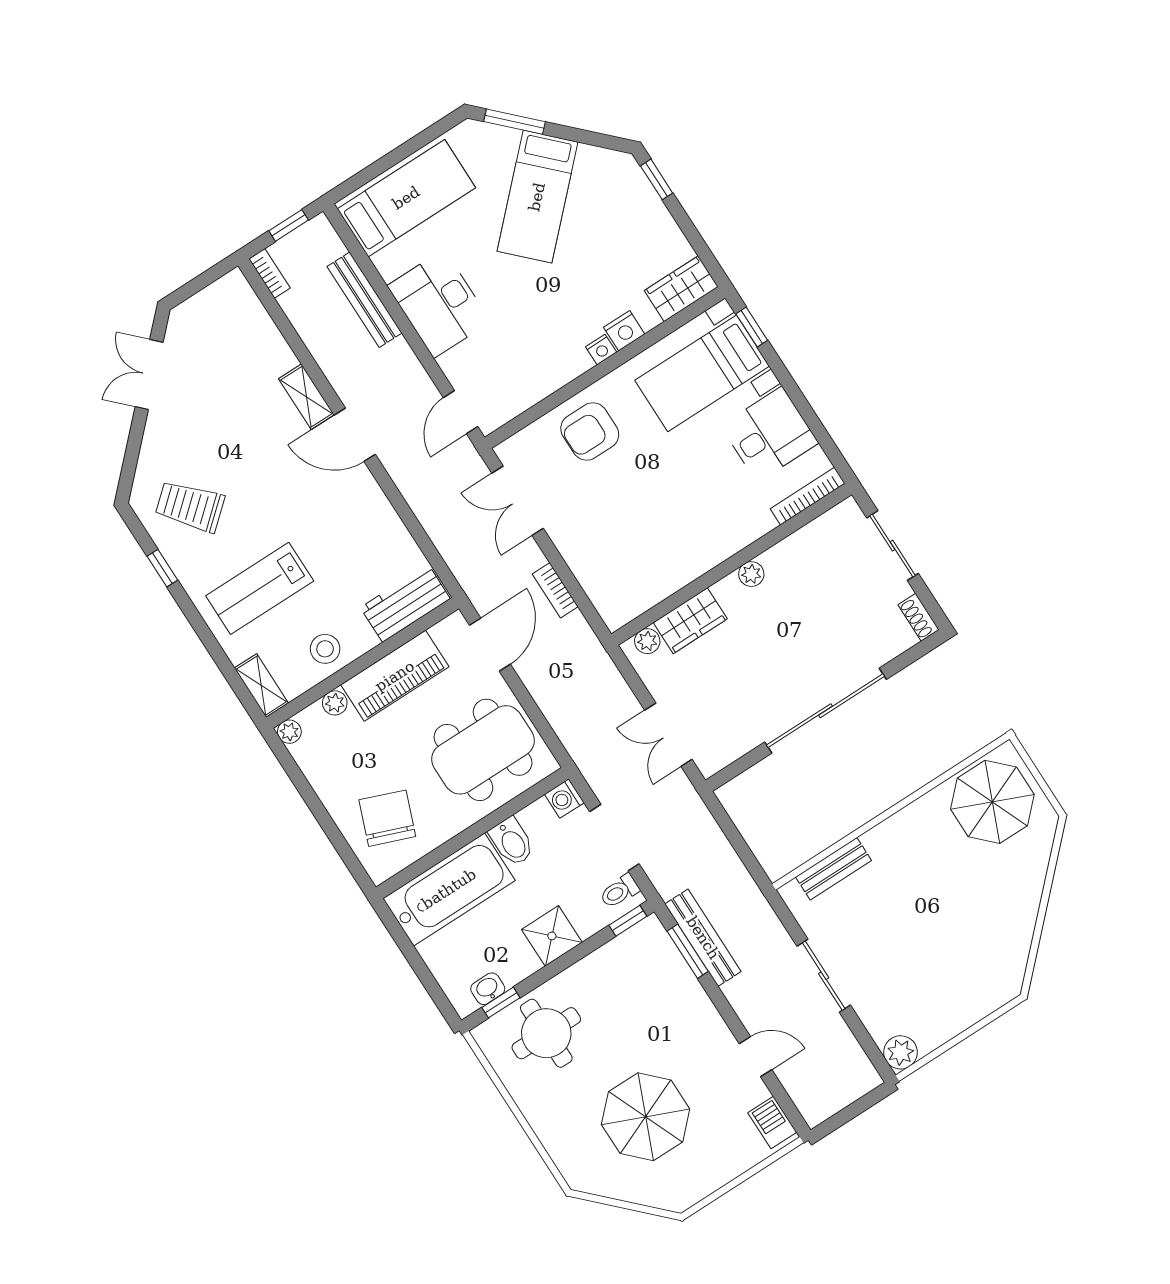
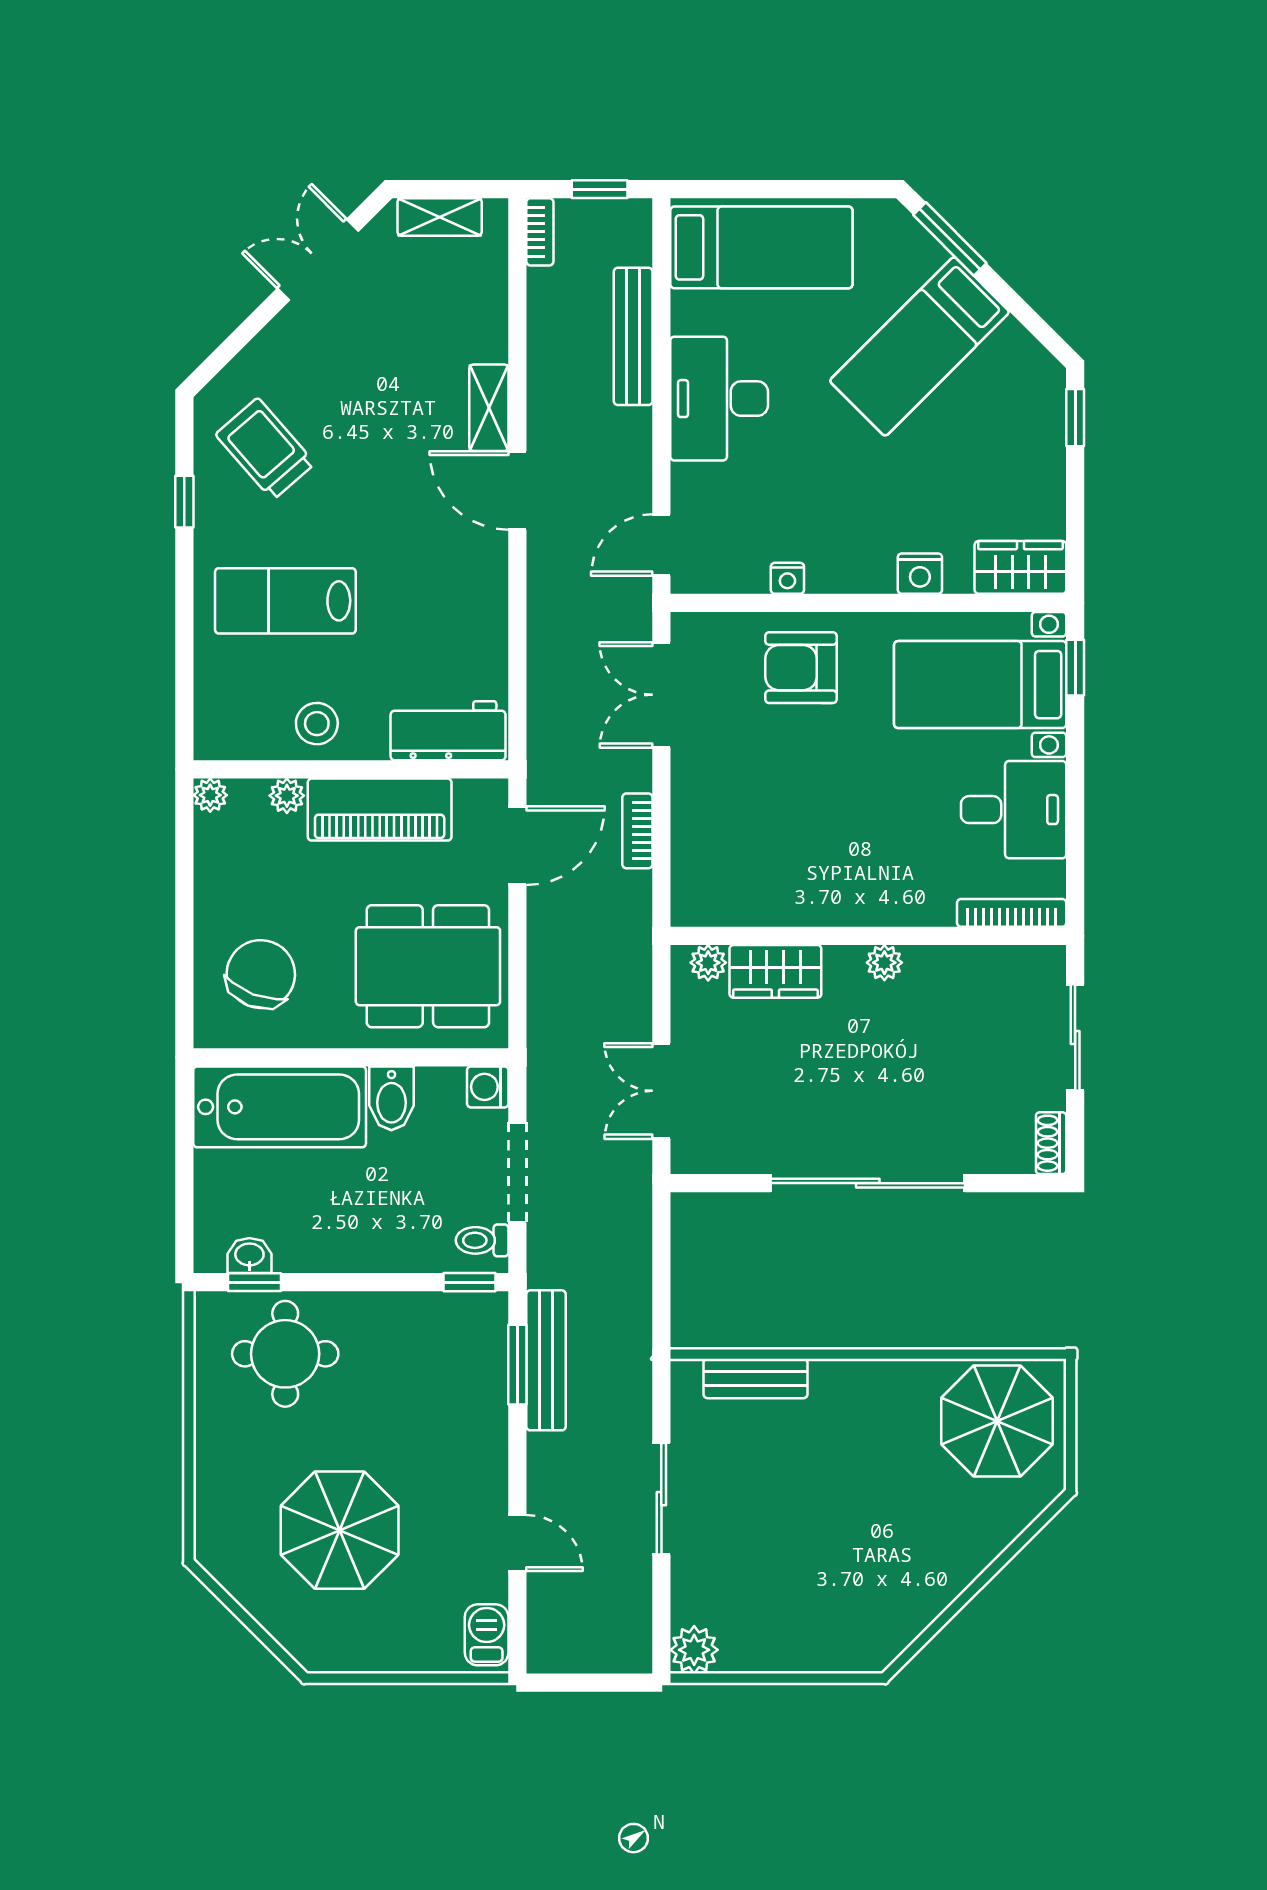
nightstand: (601, 350) -> (787, 578), moved
shelving: (261, 686) -> (440, 217), moved, turned 90
shower: (552, 936) -> (367, 1242), removed

